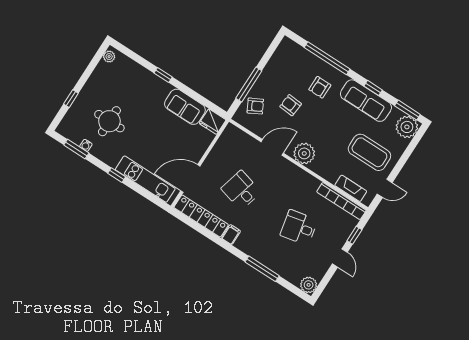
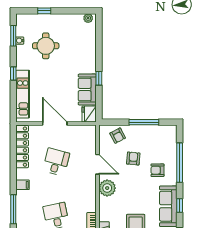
window: (163, 75) -> (99, 78), moved
window: (249, 84) -> (144, 122), moved
door: (190, 179) -> (55, 124), moved
filing cabinet: (231, 235) -> (23, 185), moved

